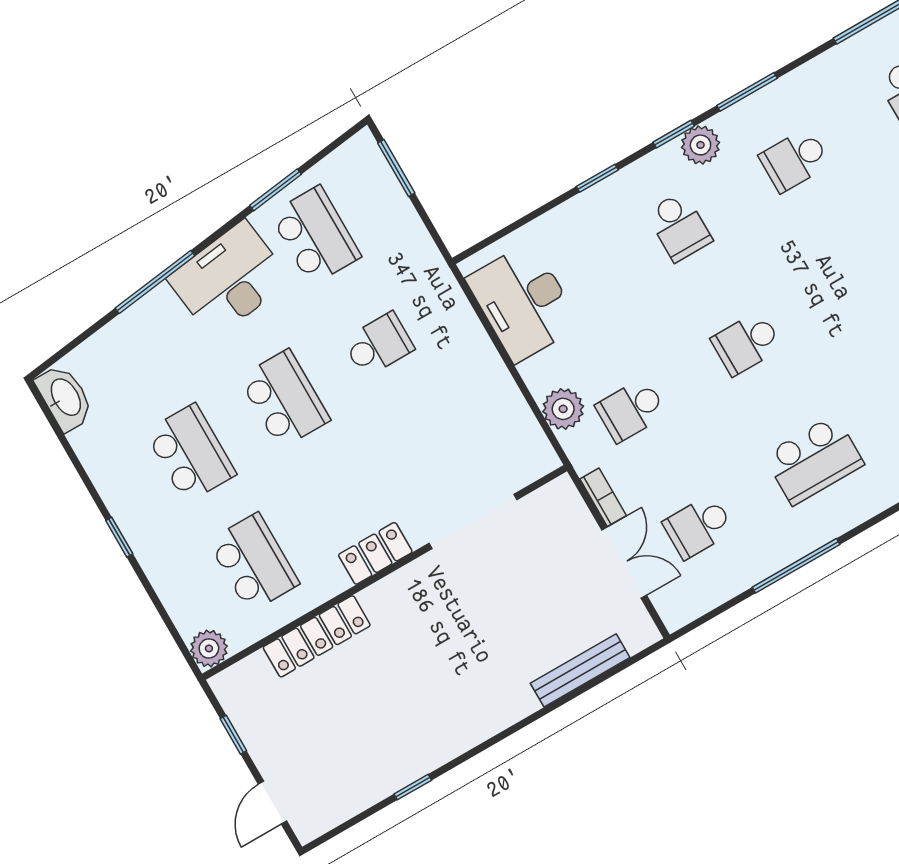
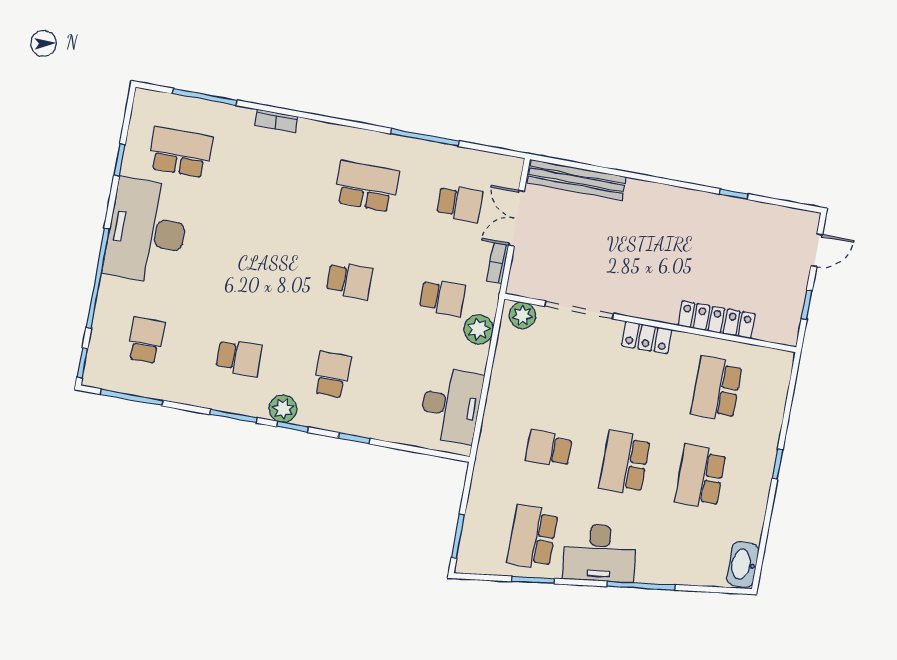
plant: (209, 648) -> (523, 315), moved
bench: (580, 670) -> (577, 180), width x1.37, depth x1.21

